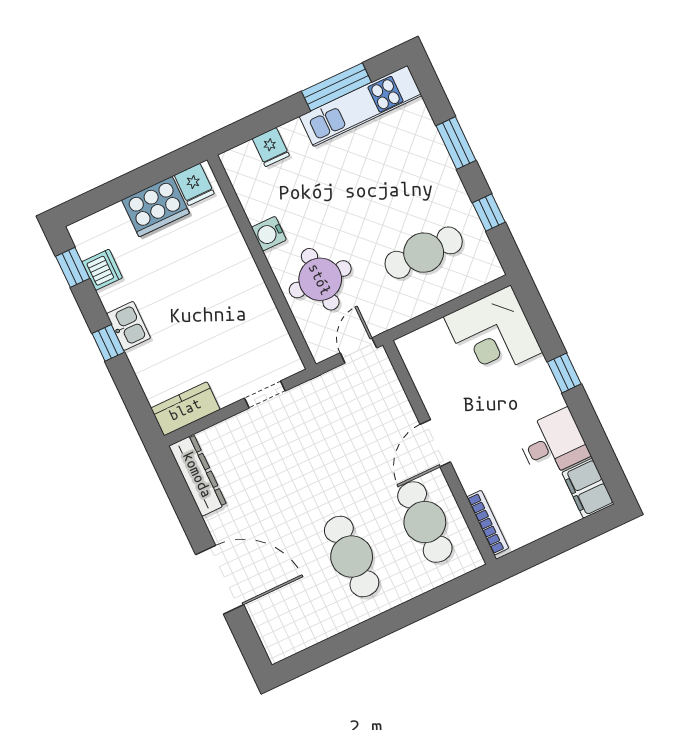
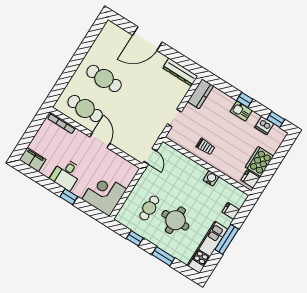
window: (336, 87) -> (227, 239), moved
cafe table: (424, 253) -> (149, 208), width x0.73, depth x0.74
round table: (320, 279) -> (175, 220), moved
trolley: (241, 301) -> (206, 147), added
desk: (553, 444) -> (66, 174), moved

